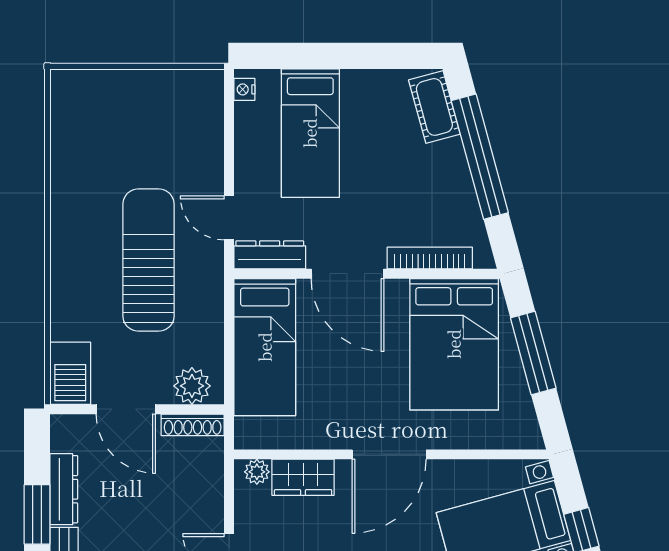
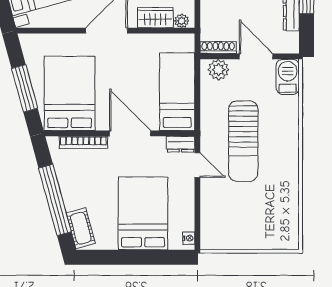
bed: (310, 133) -> (143, 213), width x1.50
dresser: (270, 255) -> (181, 144), width x0.70

